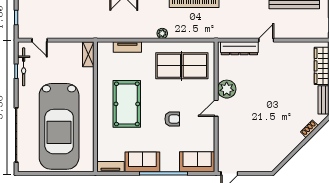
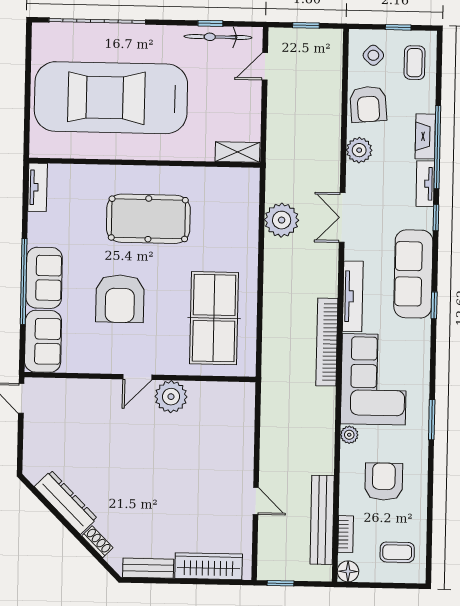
plant: (162, 33) -> (282, 220), moved, width x1.88, depth x1.88
door: (266, 40) -> (256, 501), moved
tv unit: (127, 47) -> (249, 222), removed
dresser: (239, 48) -> (66, 502), moved, turned 135
door: (216, 108) -> (137, 377), swing flipped
armchair: (172, 119) -> (120, 299), width x1.88, depth x1.88
sofa: (142, 162) -> (44, 278), moved

